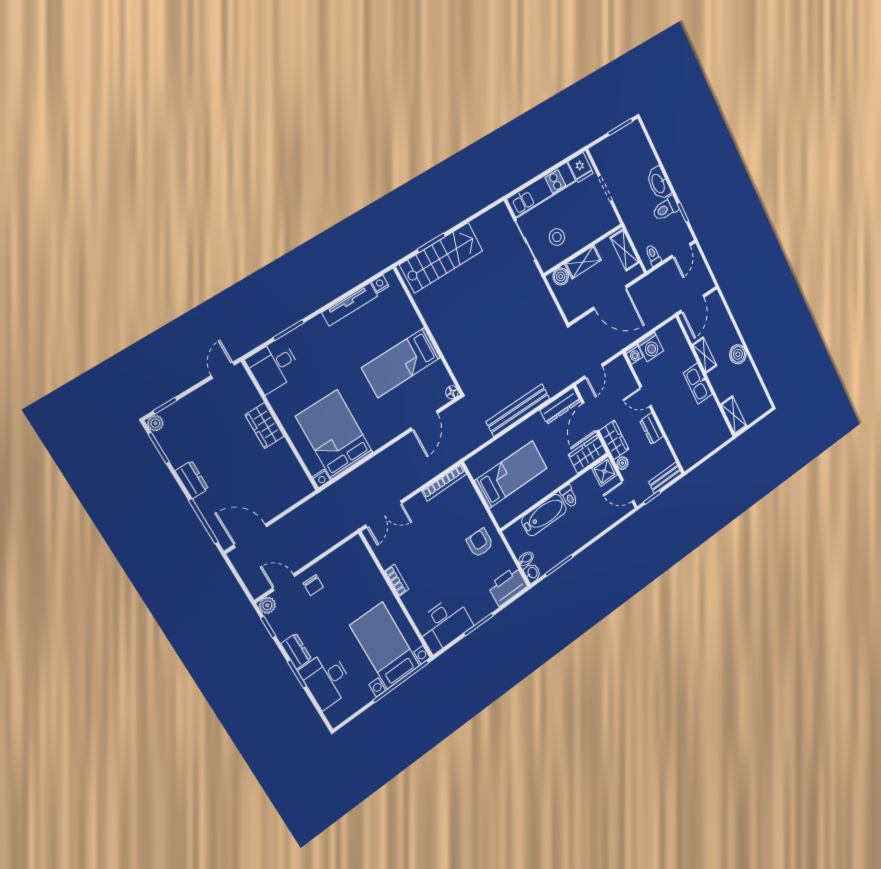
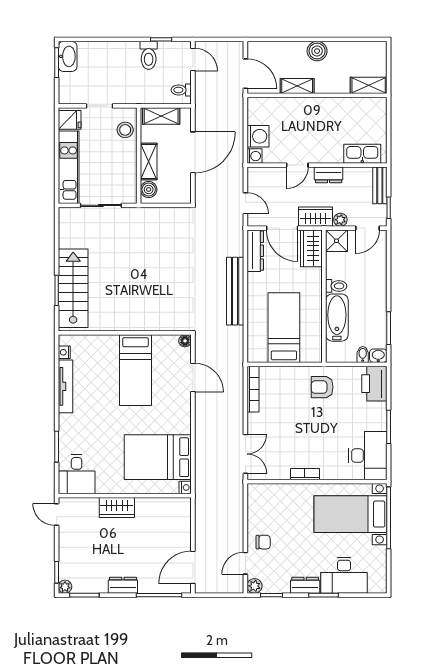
washbasin: (659, 183) -> (68, 56), moved, turned -90
stool: (557, 237) -> (125, 130), moved
kitchen sink: (698, 384) -> (362, 154), moved, turned 180

